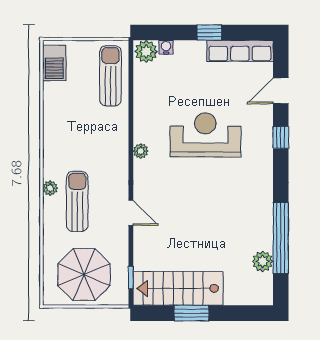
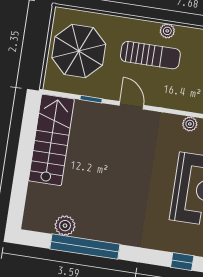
door: (131, 213) -> (131, 105), swing flipped
window: (131, 277) -> (91, 99), moved
window: (191, 313) -> (26, 149), removed

